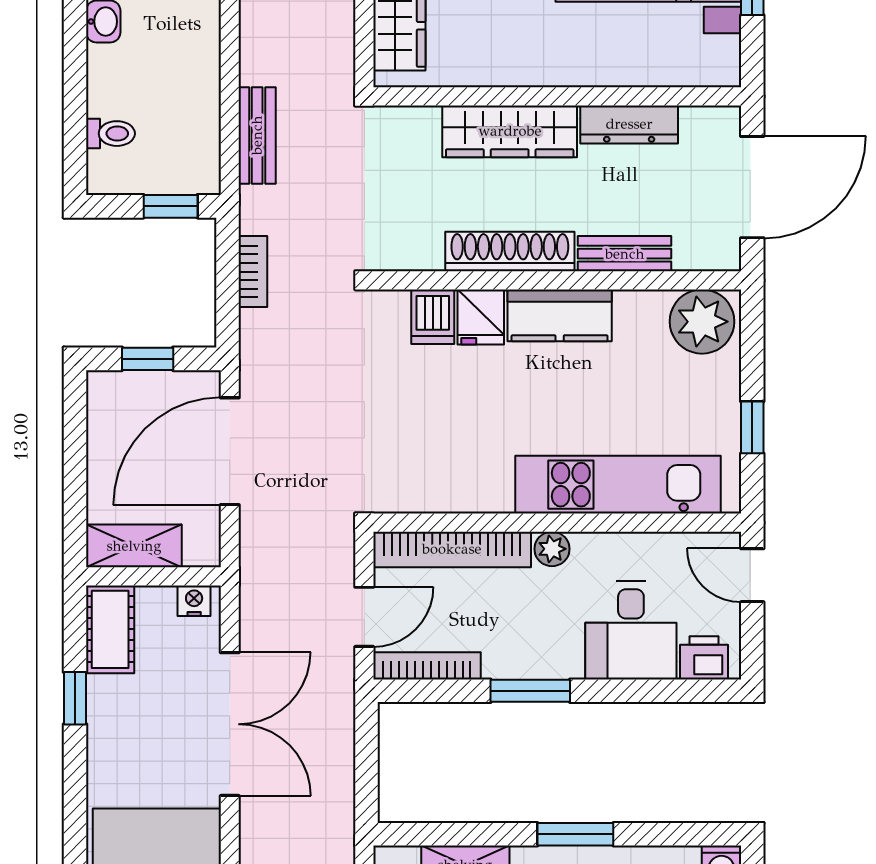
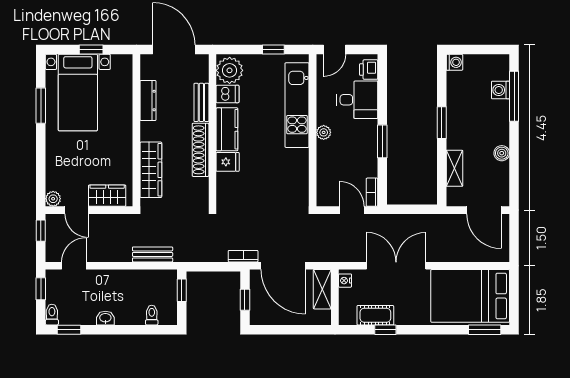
wardrobe: (510, 131) -> (151, 170), moved
bookcase: (253, 272) -> (243, 256), moved
dishwasher: (433, 317) -> (228, 94), moved
shelving: (134, 546) -> (322, 289), moved
bookcase: (452, 549) -> (324, 174), removed
cot: (110, 629) -> (375, 315), moved
bookcase: (427, 666) -> (372, 192), width x0.64

